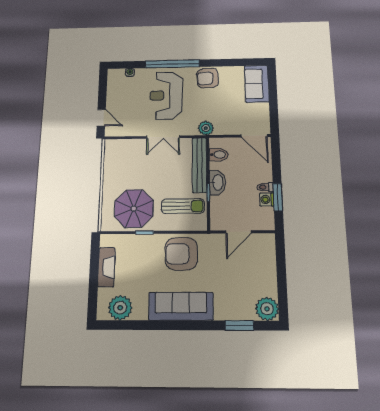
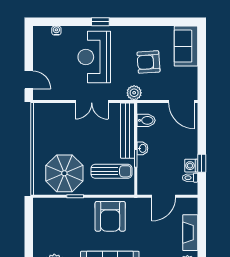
window: (172, 64) -> (100, 22), width x0.32
armchair: (208, 78) -> (148, 62), moved
washbasin: (217, 182) -> (142, 148), width x0.52, depth x0.69
toilet: (265, 187) -> (190, 178), moved
window: (278, 197) -> (202, 163), width x0.67
armchair: (181, 254) -> (110, 216), turned -90
fireplace: (106, 267) -> (190, 233), moved, turned 180

